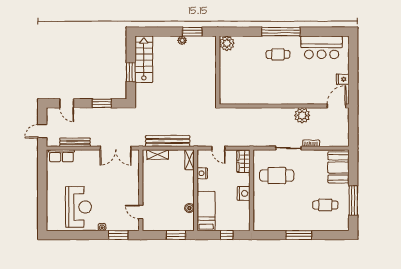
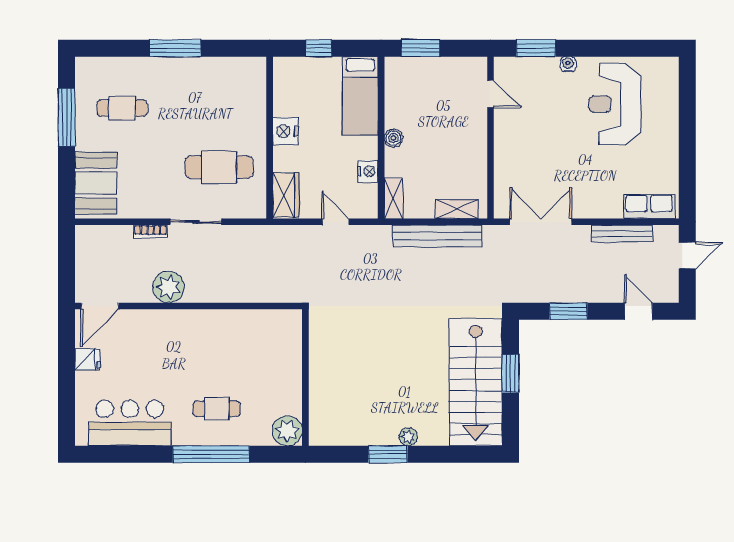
plant: (227, 43) -> (287, 431), moved
stairs: (144, 59) -> (476, 382), width x1.36, depth x1.51
wall: (218, 70) -> (305, 377), moved
boiler: (189, 208) -> (393, 138), moved

